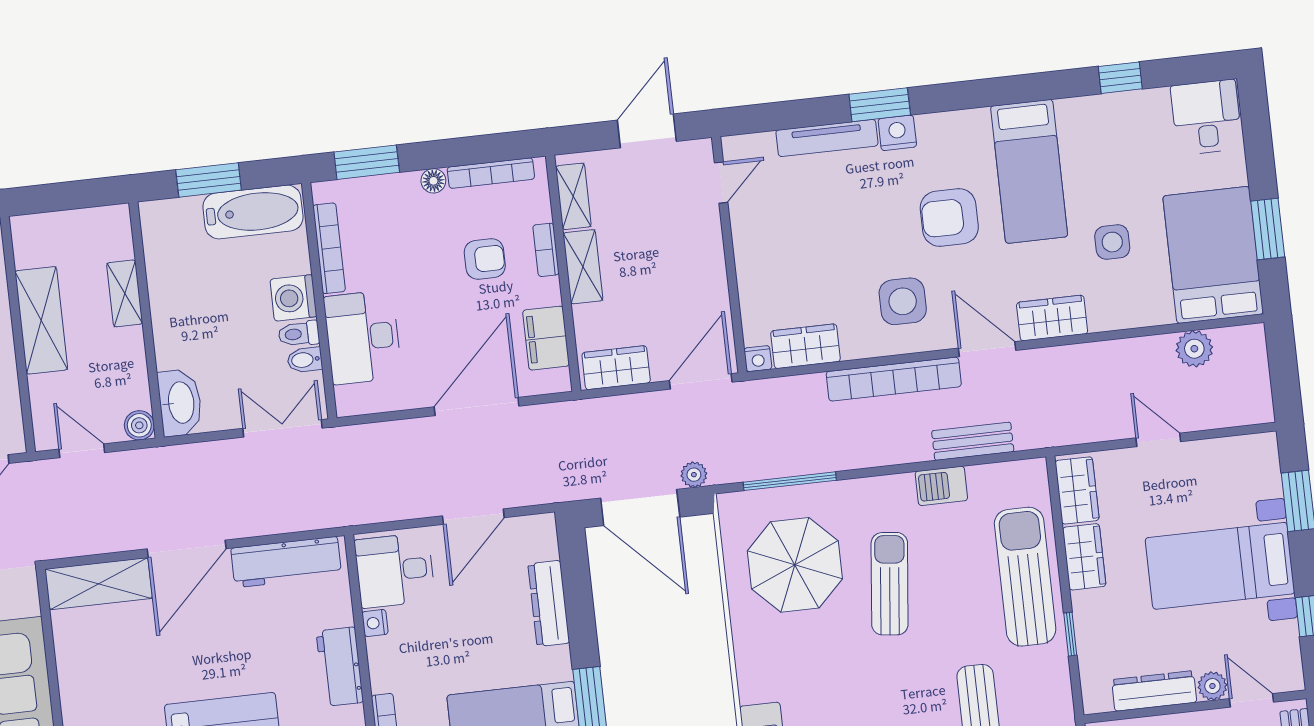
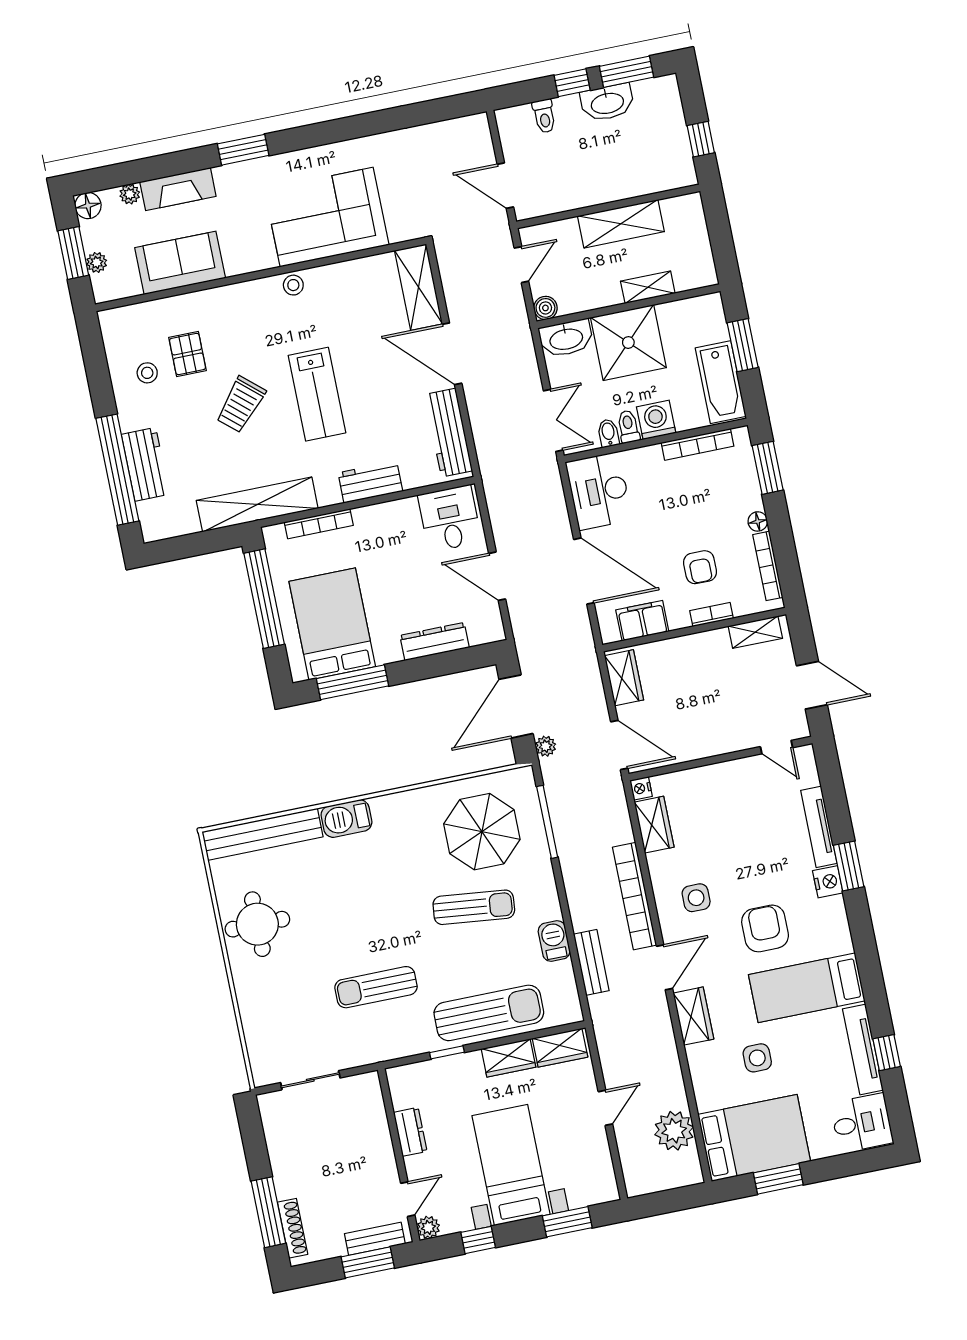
tv unit: (1114, 107) -> (863, 1050), added
shelving: (583, 267) -> (701, 645), removed
side table: (903, 301) -> (696, 898), width x0.73, depth x0.73
shower: (192, 324) -> (628, 342), added
desk: (363, 337) -> (599, 491), moved, turned -90
plant: (1194, 349) -> (674, 1131), width x1.36, depth x1.36
nightstand: (375, 623) -> (407, 507), removed
plant: (1212, 686) -> (428, 1227), moved
dresser: (1154, 691) -> (410, 1132), width x0.70

